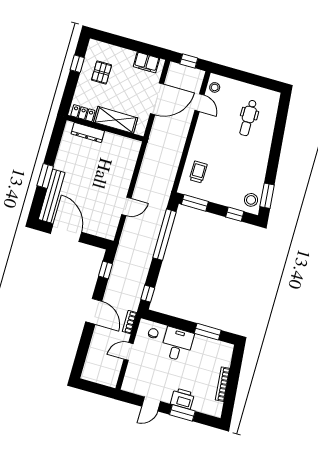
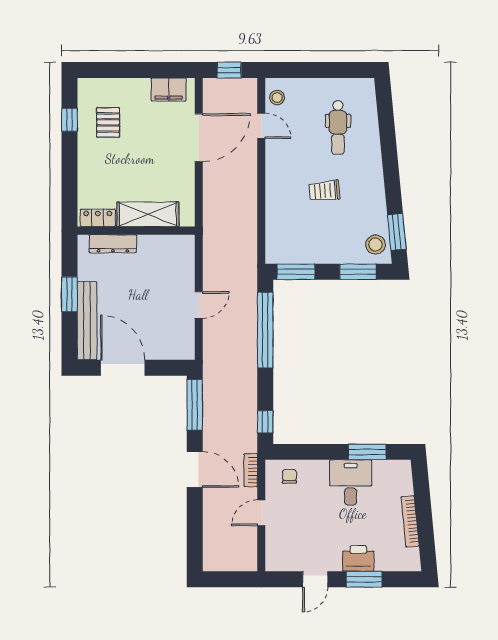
locker: (83, 113) -> (98, 218), moved
shelving: (116, 120) -> (148, 214), moved
wall: (105, 128) -> (136, 231), moved
dresser: (88, 132) -> (113, 244), moved
trolley: (198, 172) -> (324, 191), moved, turned -95
window: (235, 214) -> (358, 272), width x1.50
window: (105, 270) -> (195, 405), width x2.17
desk: (177, 344) -> (351, 482), moved

